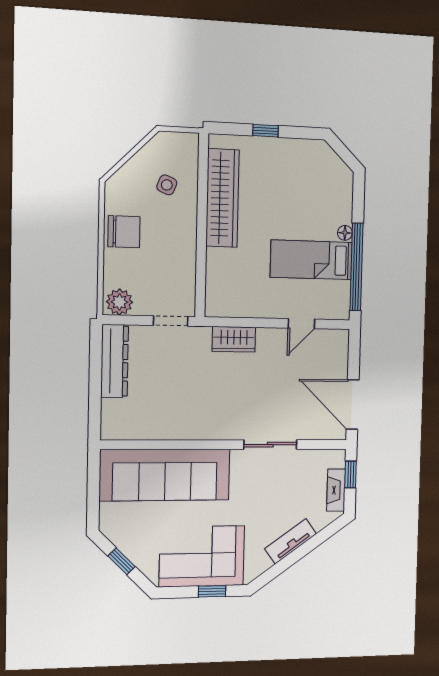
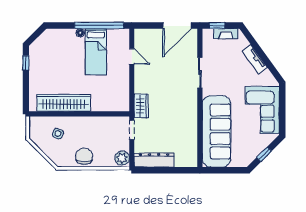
window: (266, 131) -> (26, 63), moved
wardrobe: (234, 339) -> (141, 106), moved
window: (212, 591) -> (282, 104), removed

